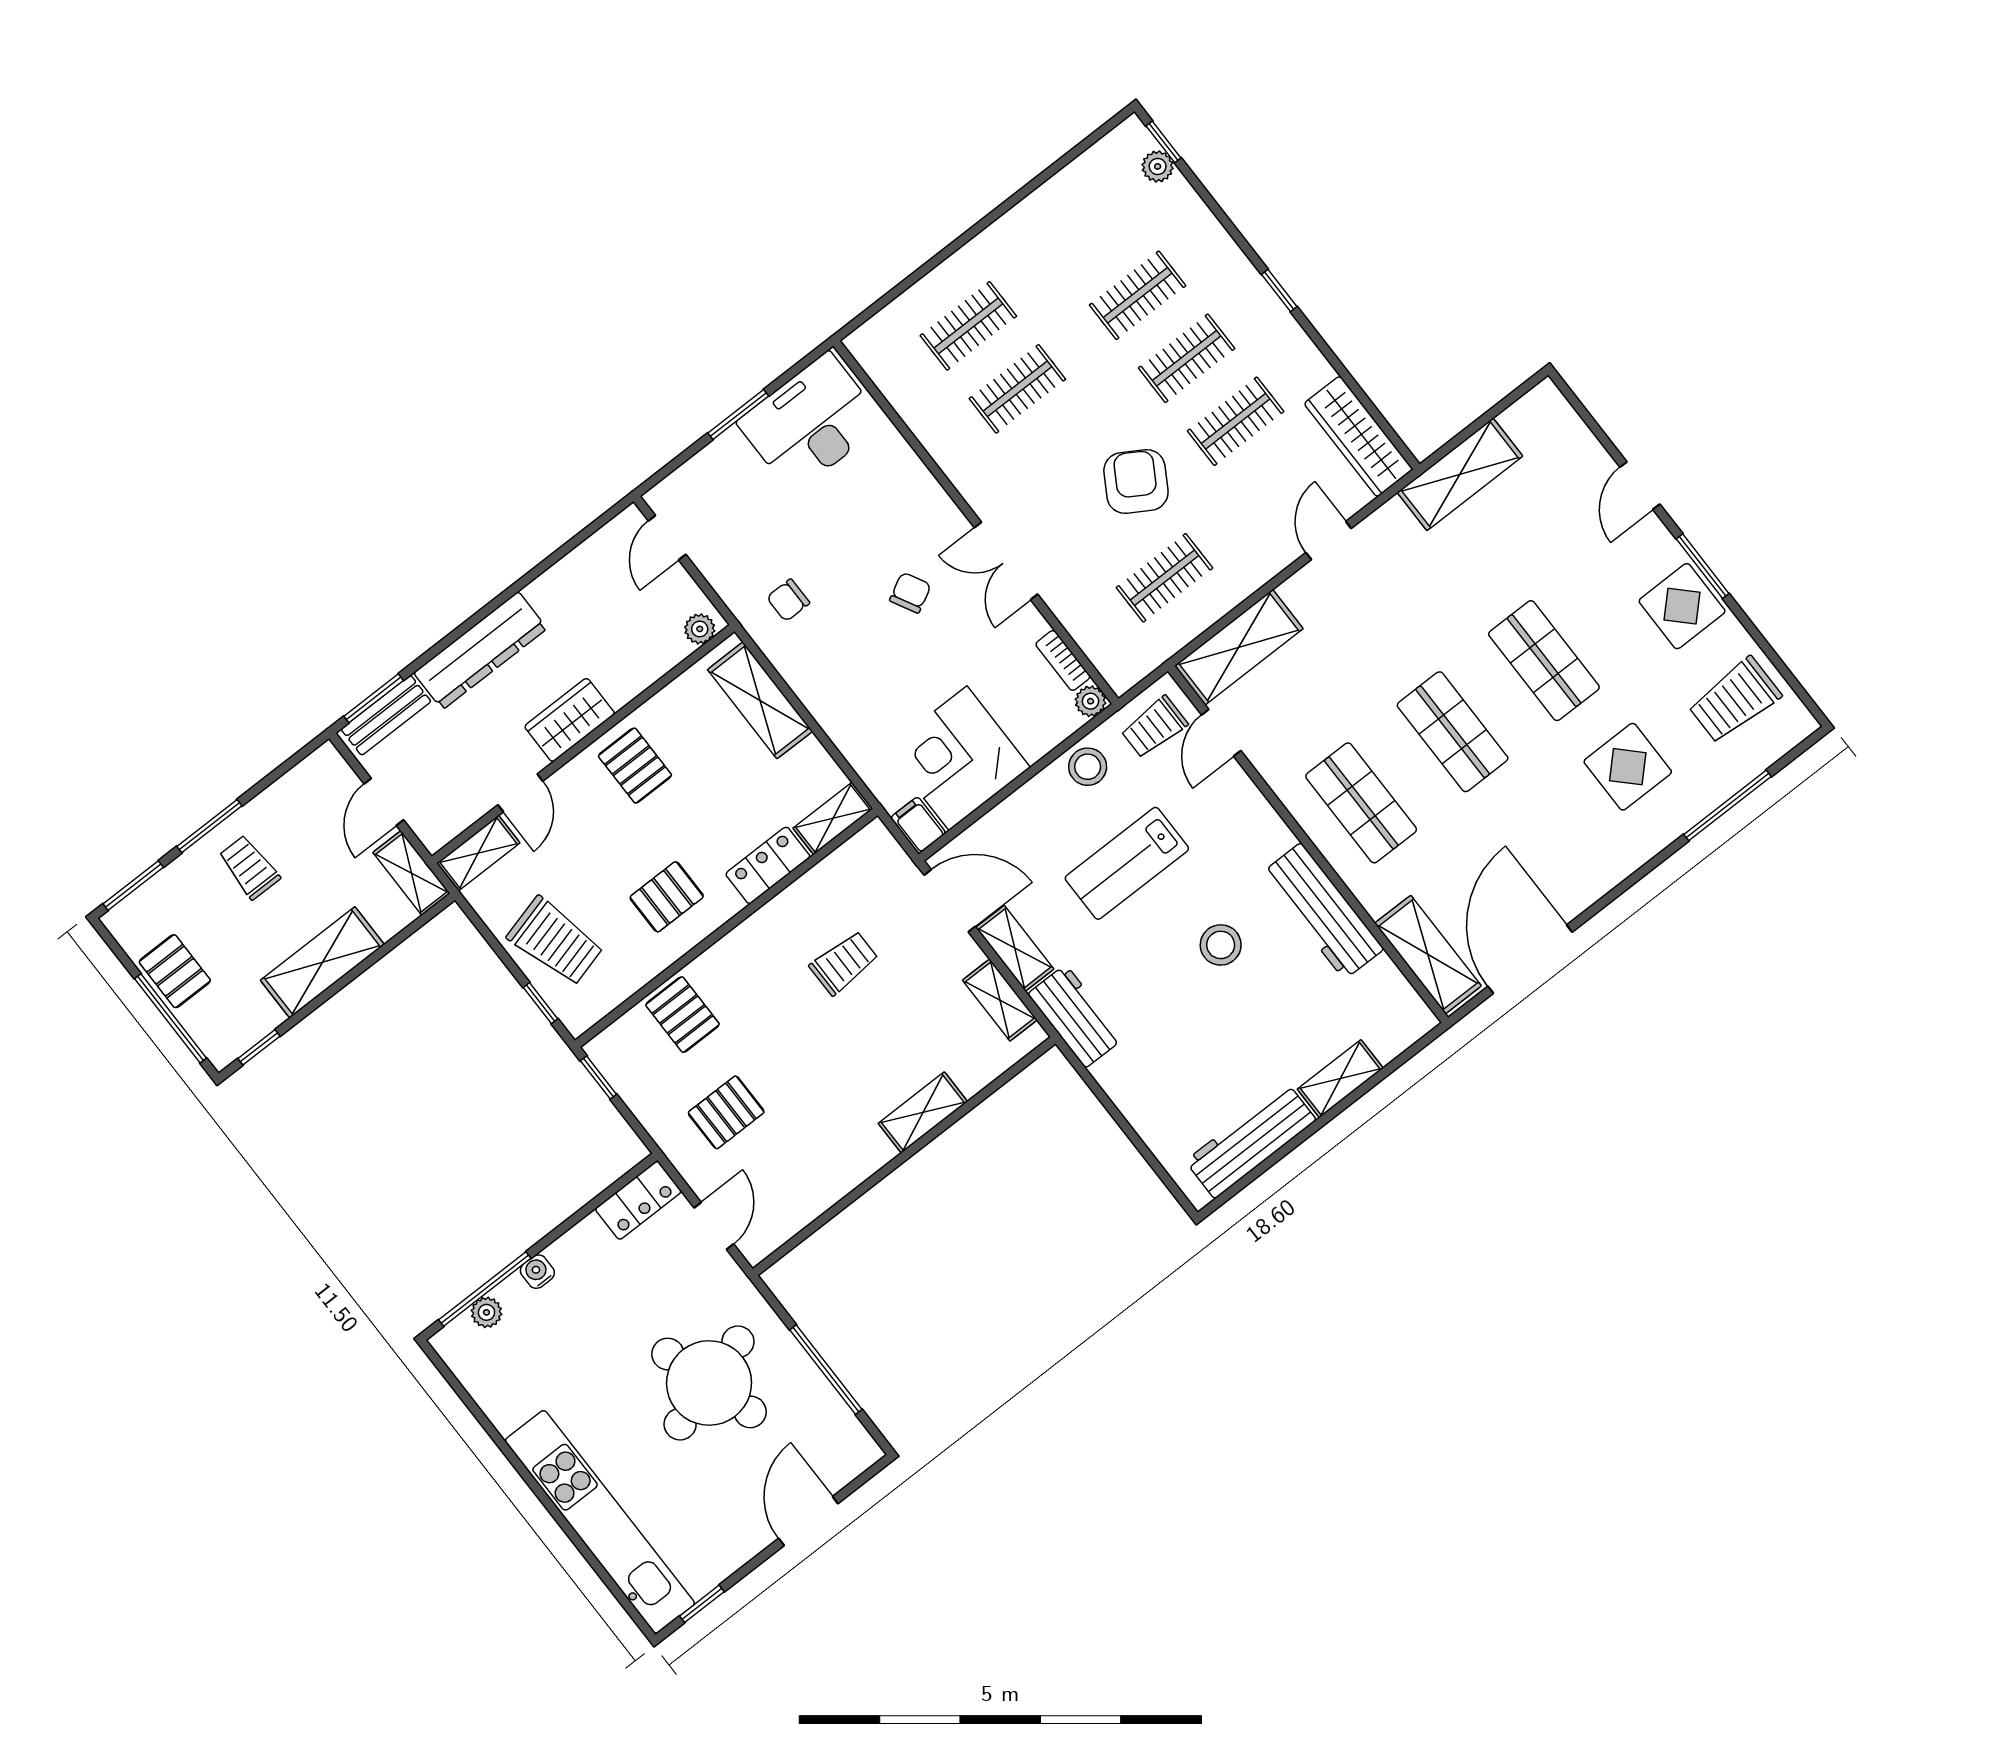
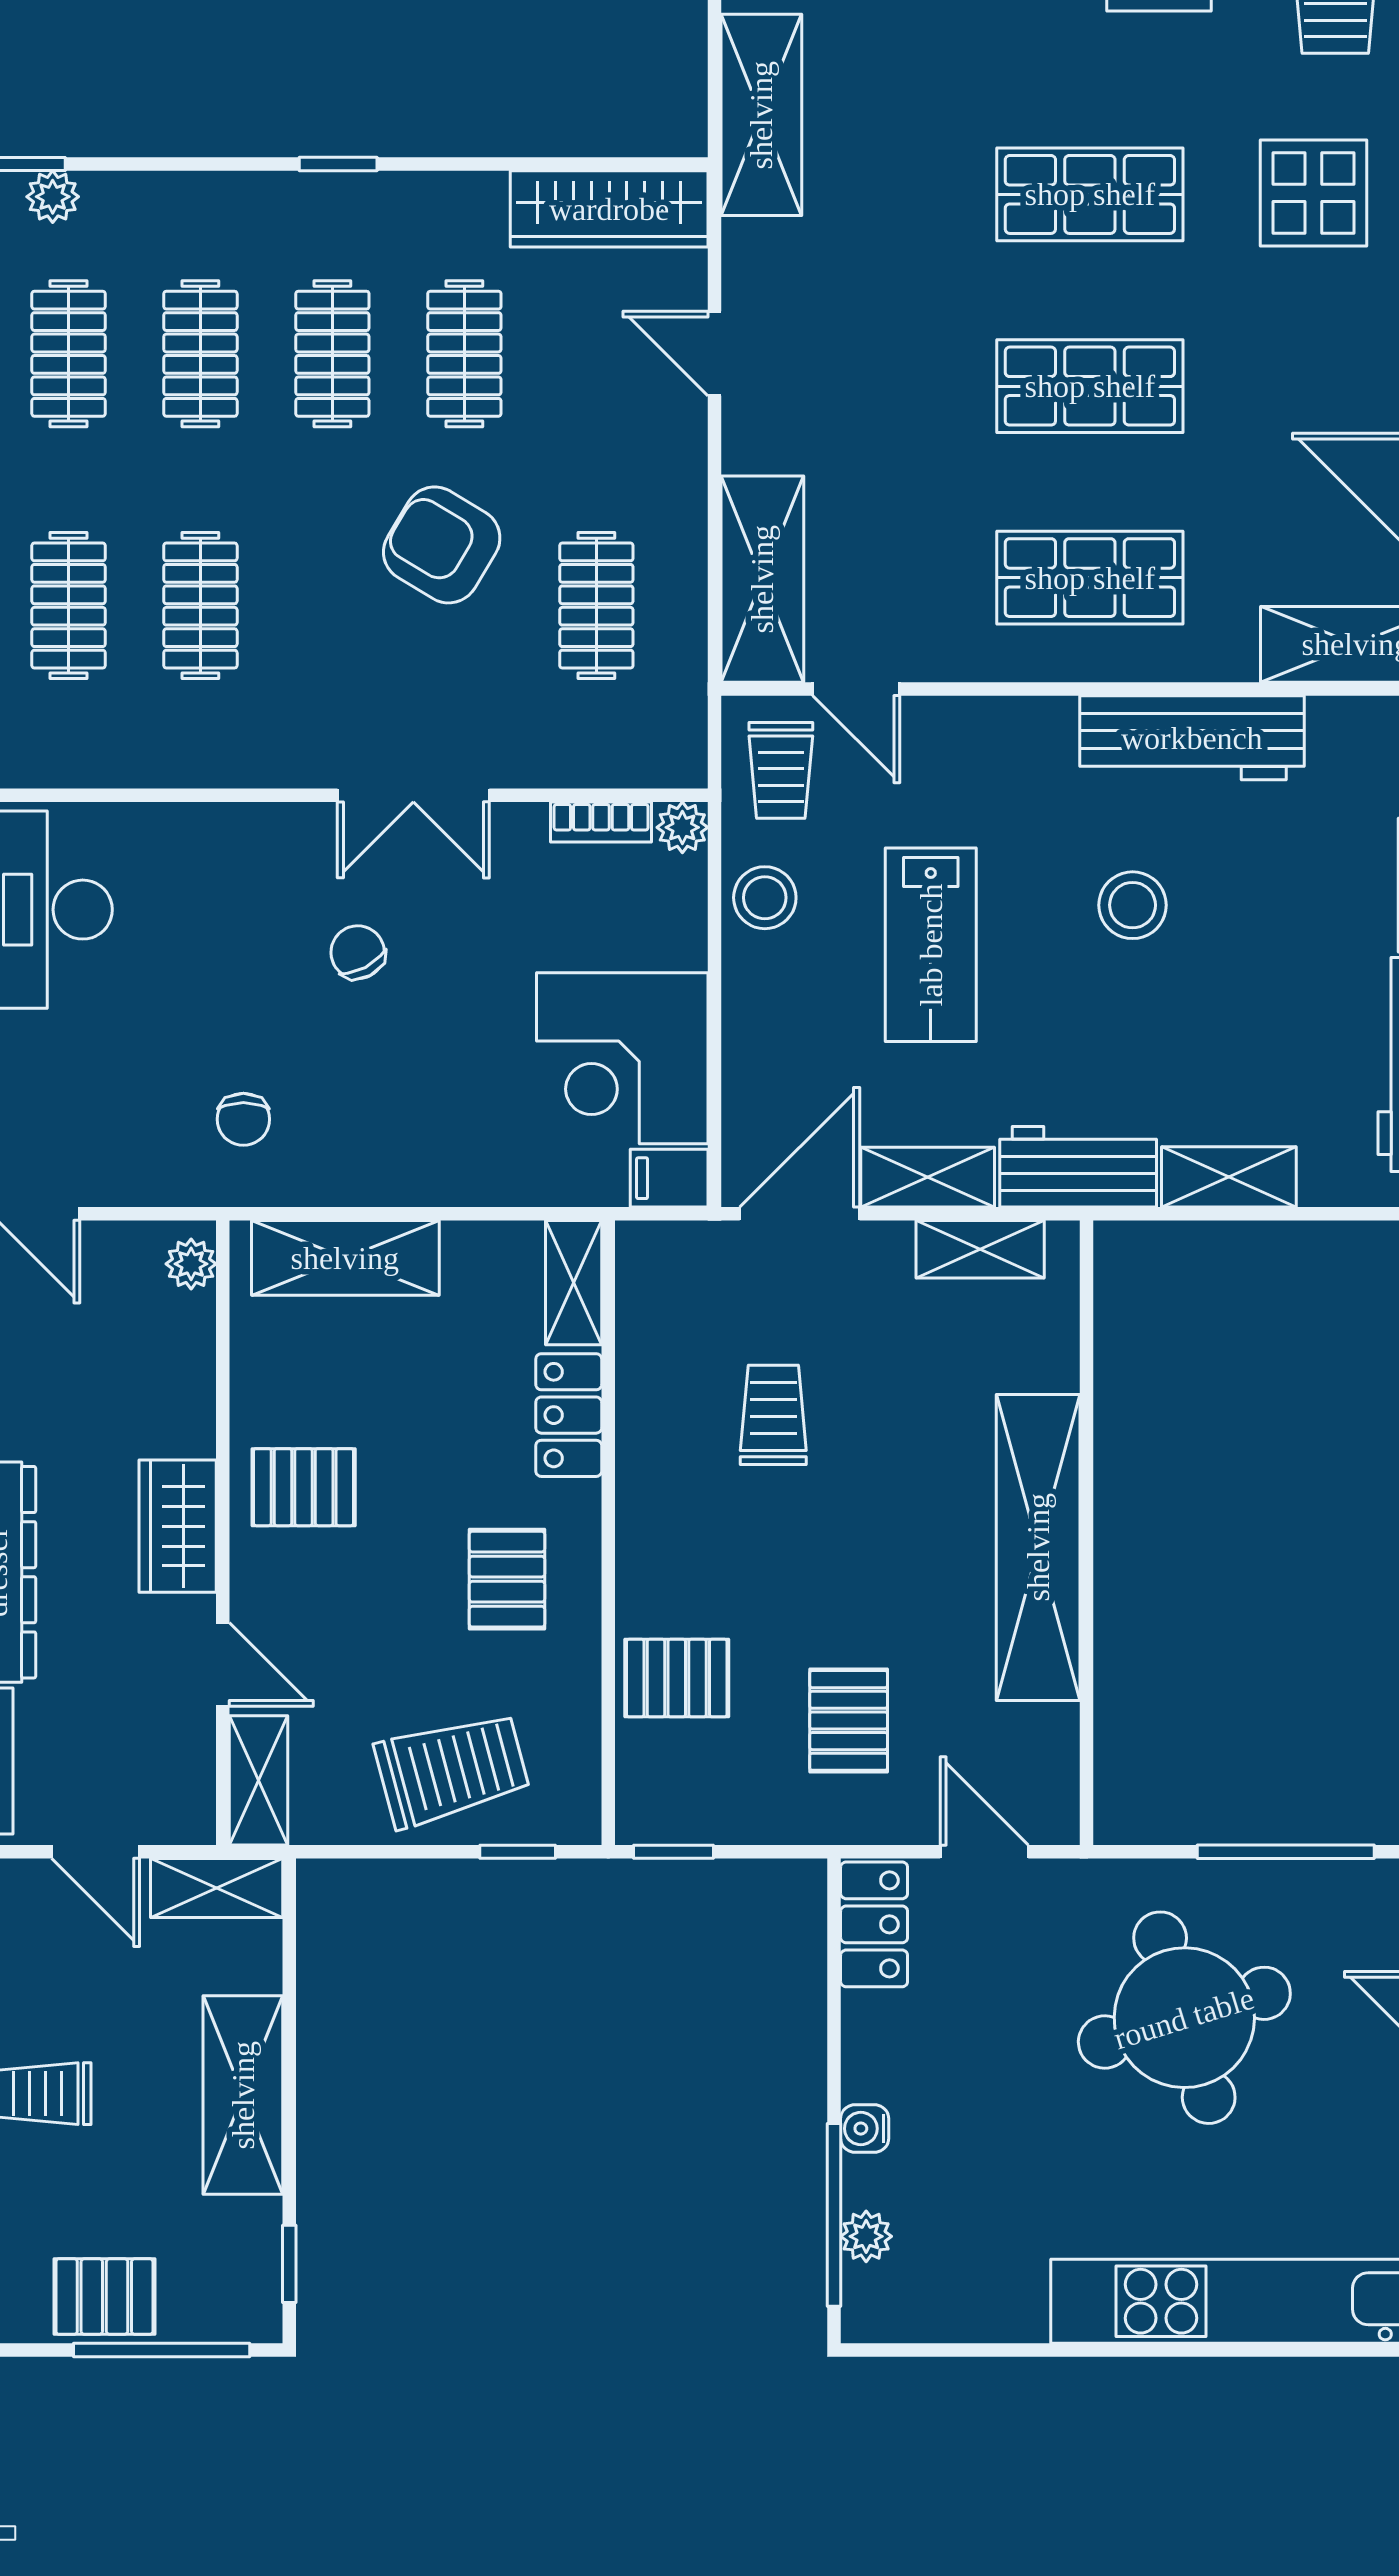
clothes rail: (1089, 232) -> (69, 354), added
shelving: (1127, 1092) -> (1229, 1177), added
shelving: (923, 1112) -> (1038, 1547), width x2.20, depth x1.33

